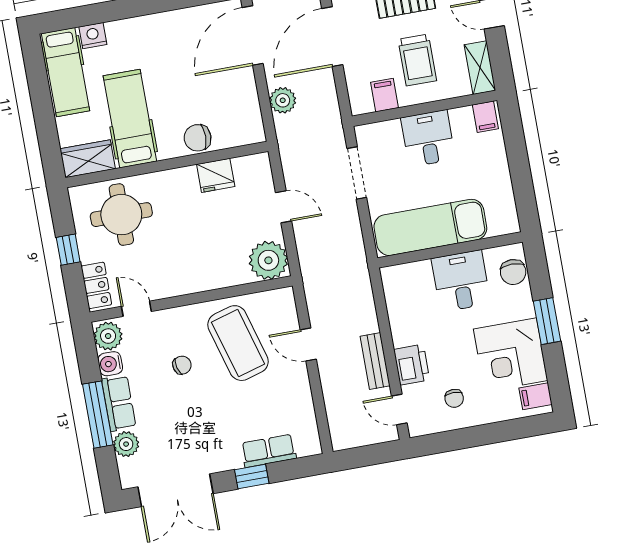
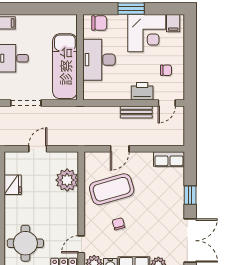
plant: (268, 260) -> (67, 180), moved
desk: (461, 281) -> (99, 60), width x1.37
row of seats: (269, 451) -> (169, 159), moved, turned -90

